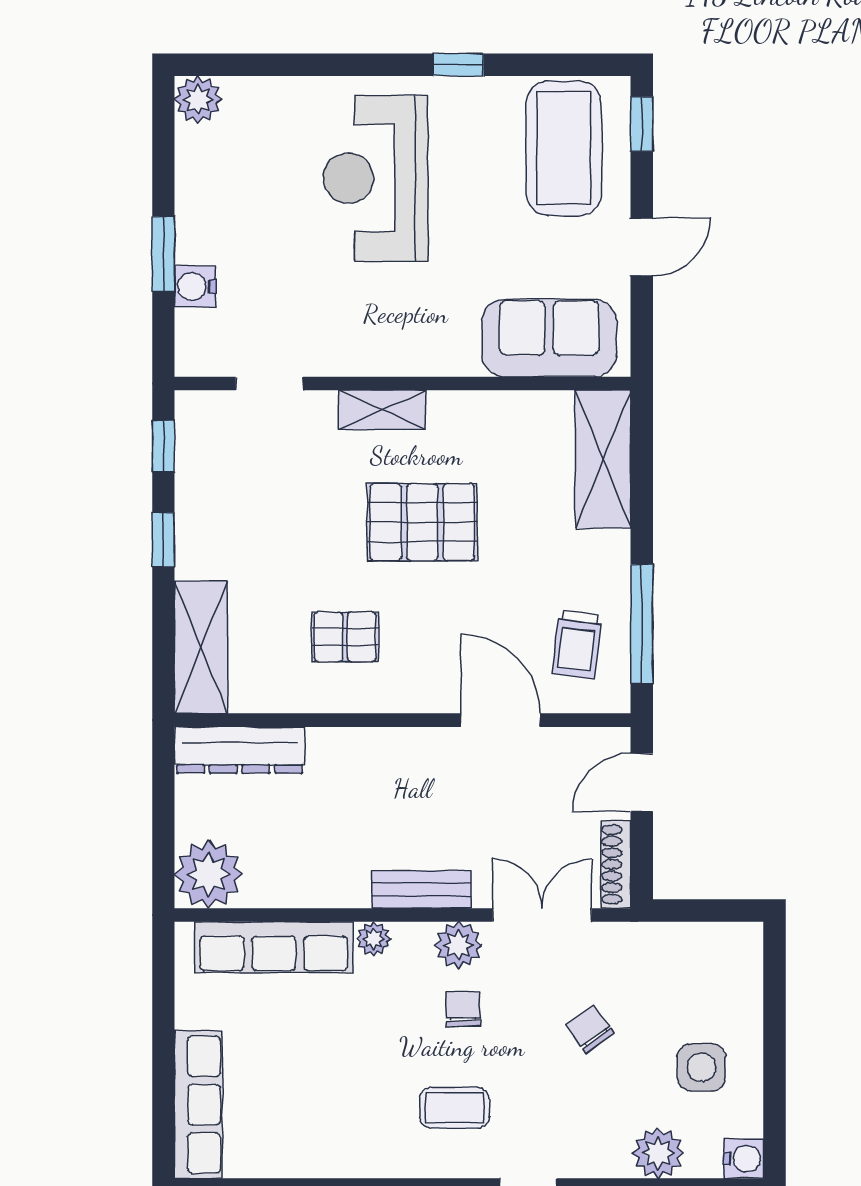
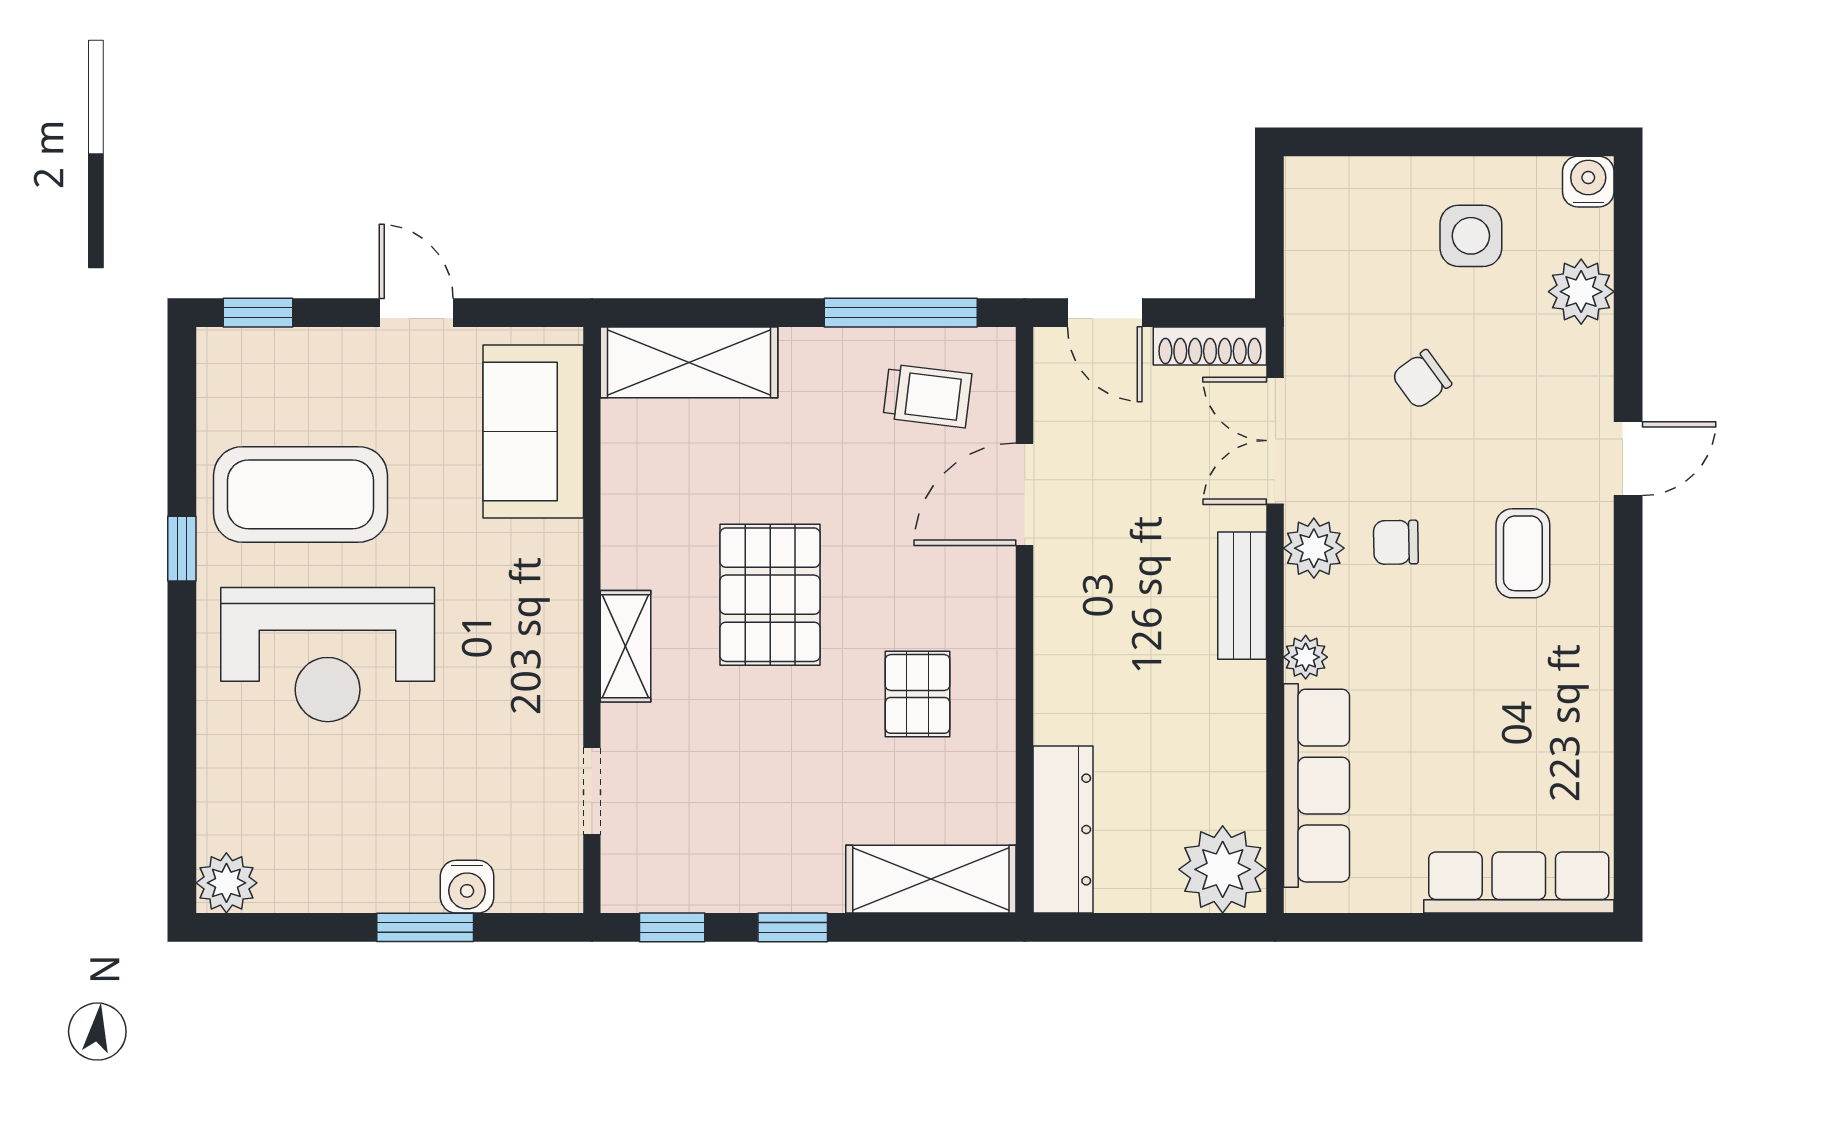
coffee table: (564, 148) -> (300, 494), moved

